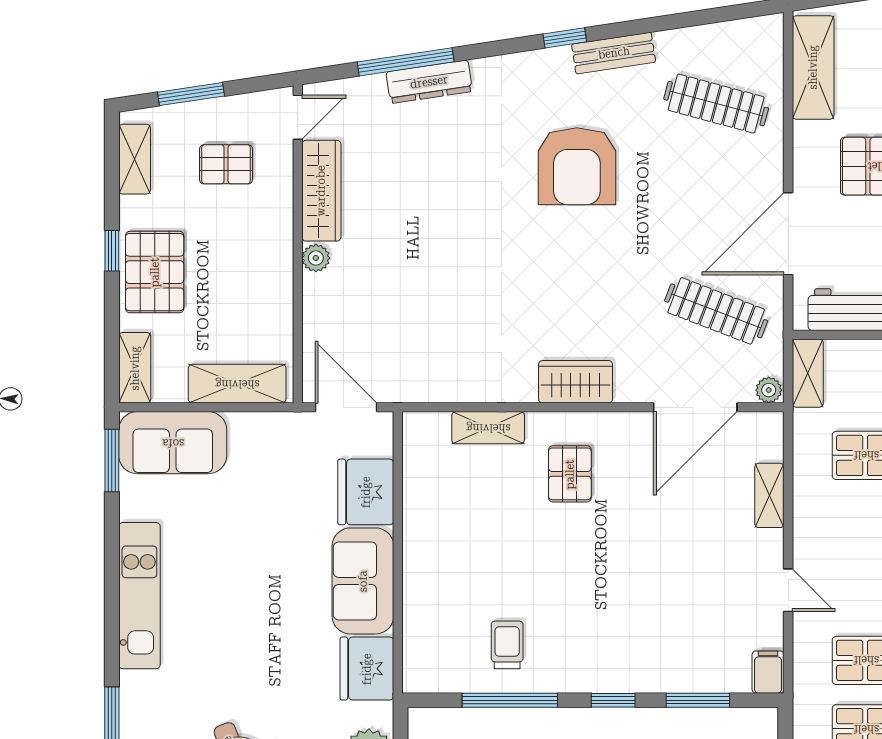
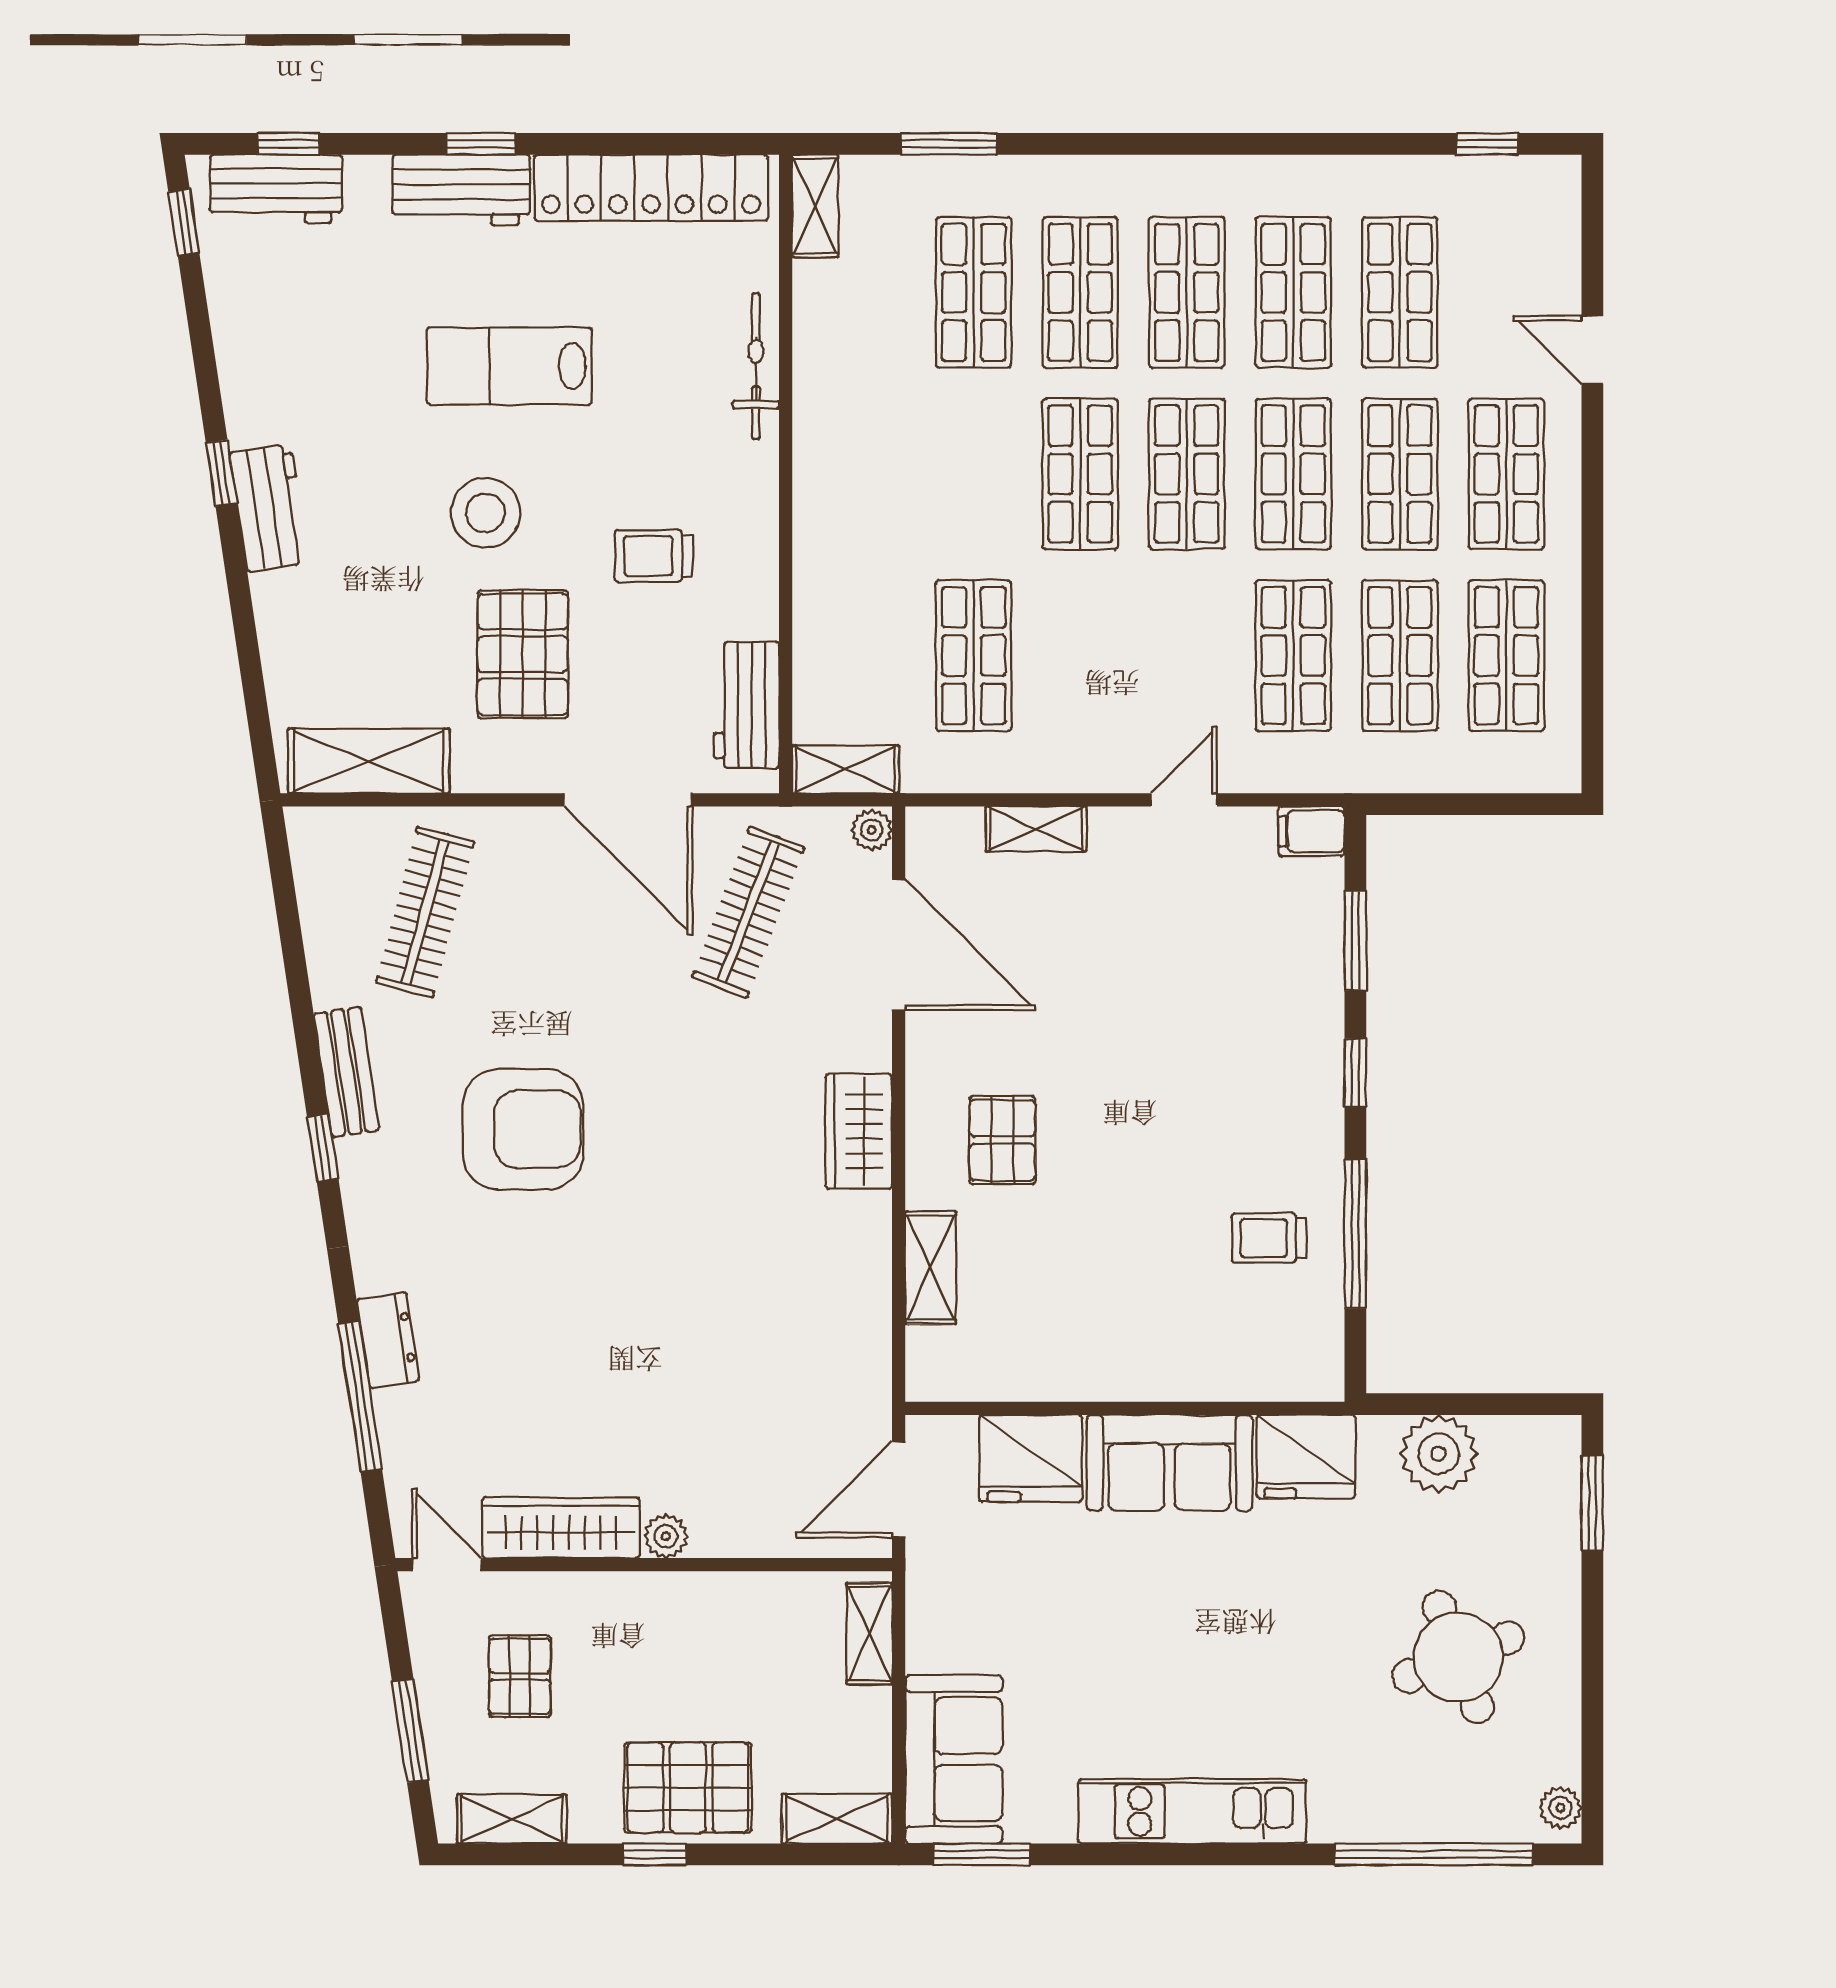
dresser: (429, 82) -> (388, 1340), width x0.70
shelving: (237, 384) -> (869, 1634), width x0.67, depth x0.75
pallet: (570, 474) -> (1002, 1140), turned 90

